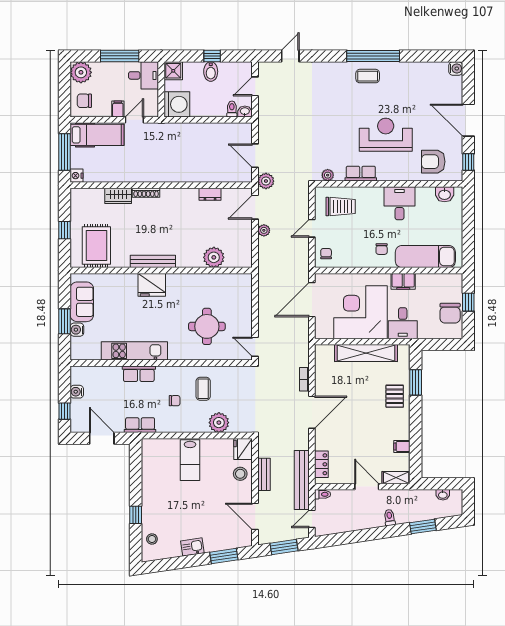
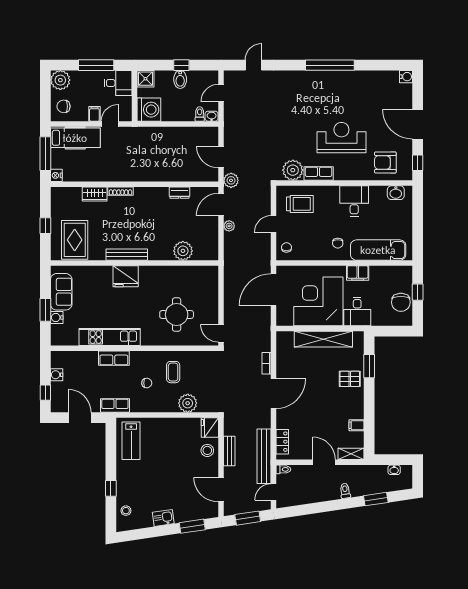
coffee table: (368, 76) -> (325, 84), removed
plant: (328, 175) -> (293, 170), width x1.87, depth x1.87
pallet: (395, 396) -> (350, 379), turned 90
lab bench: (190, 460) -> (131, 441), moved

